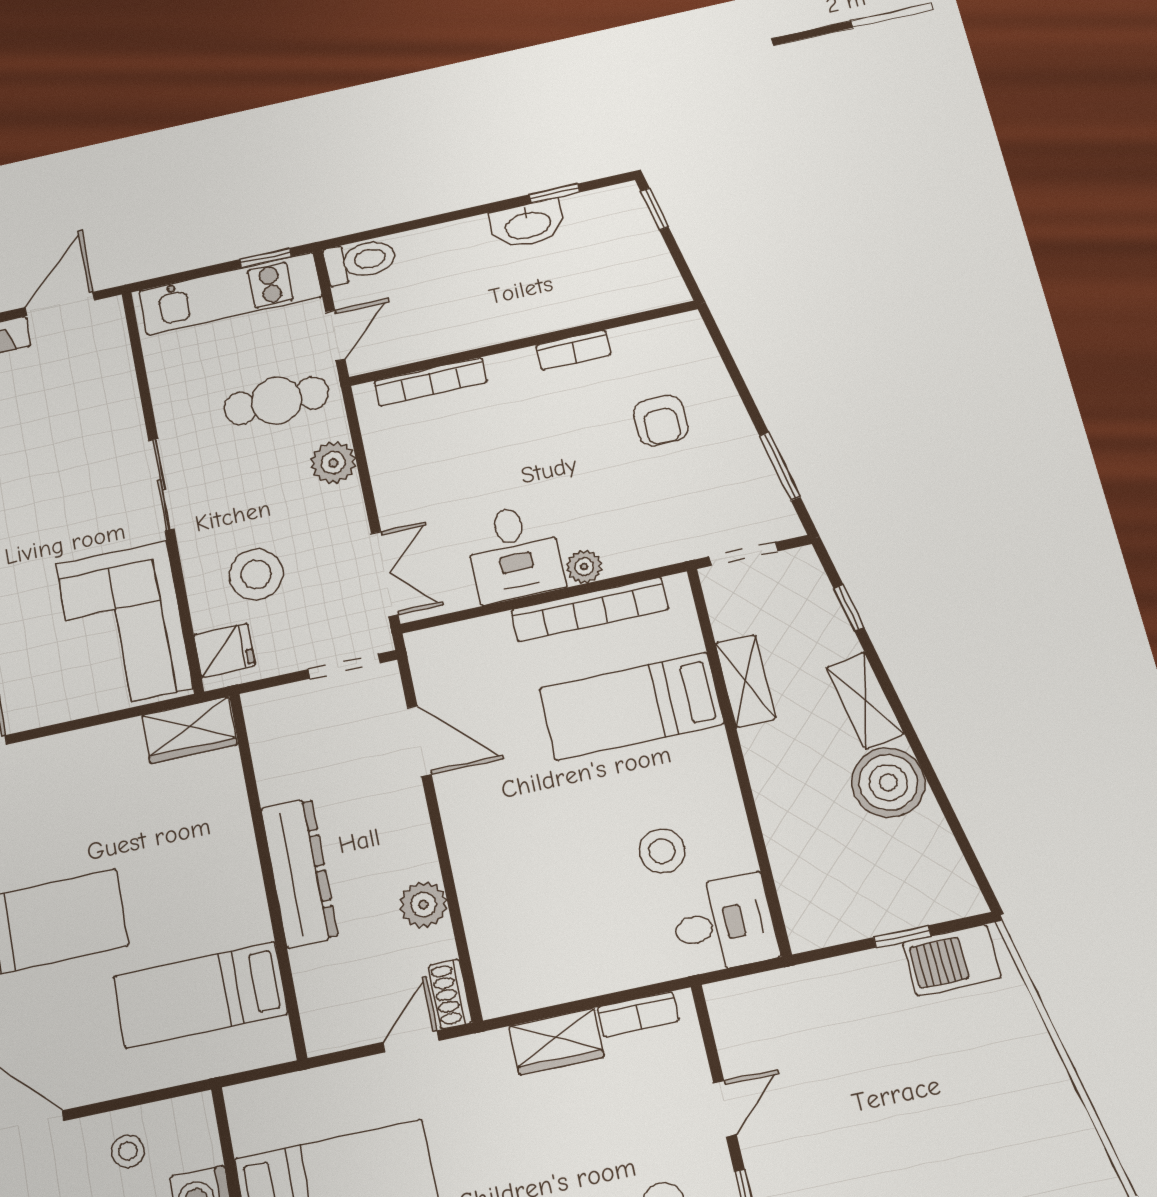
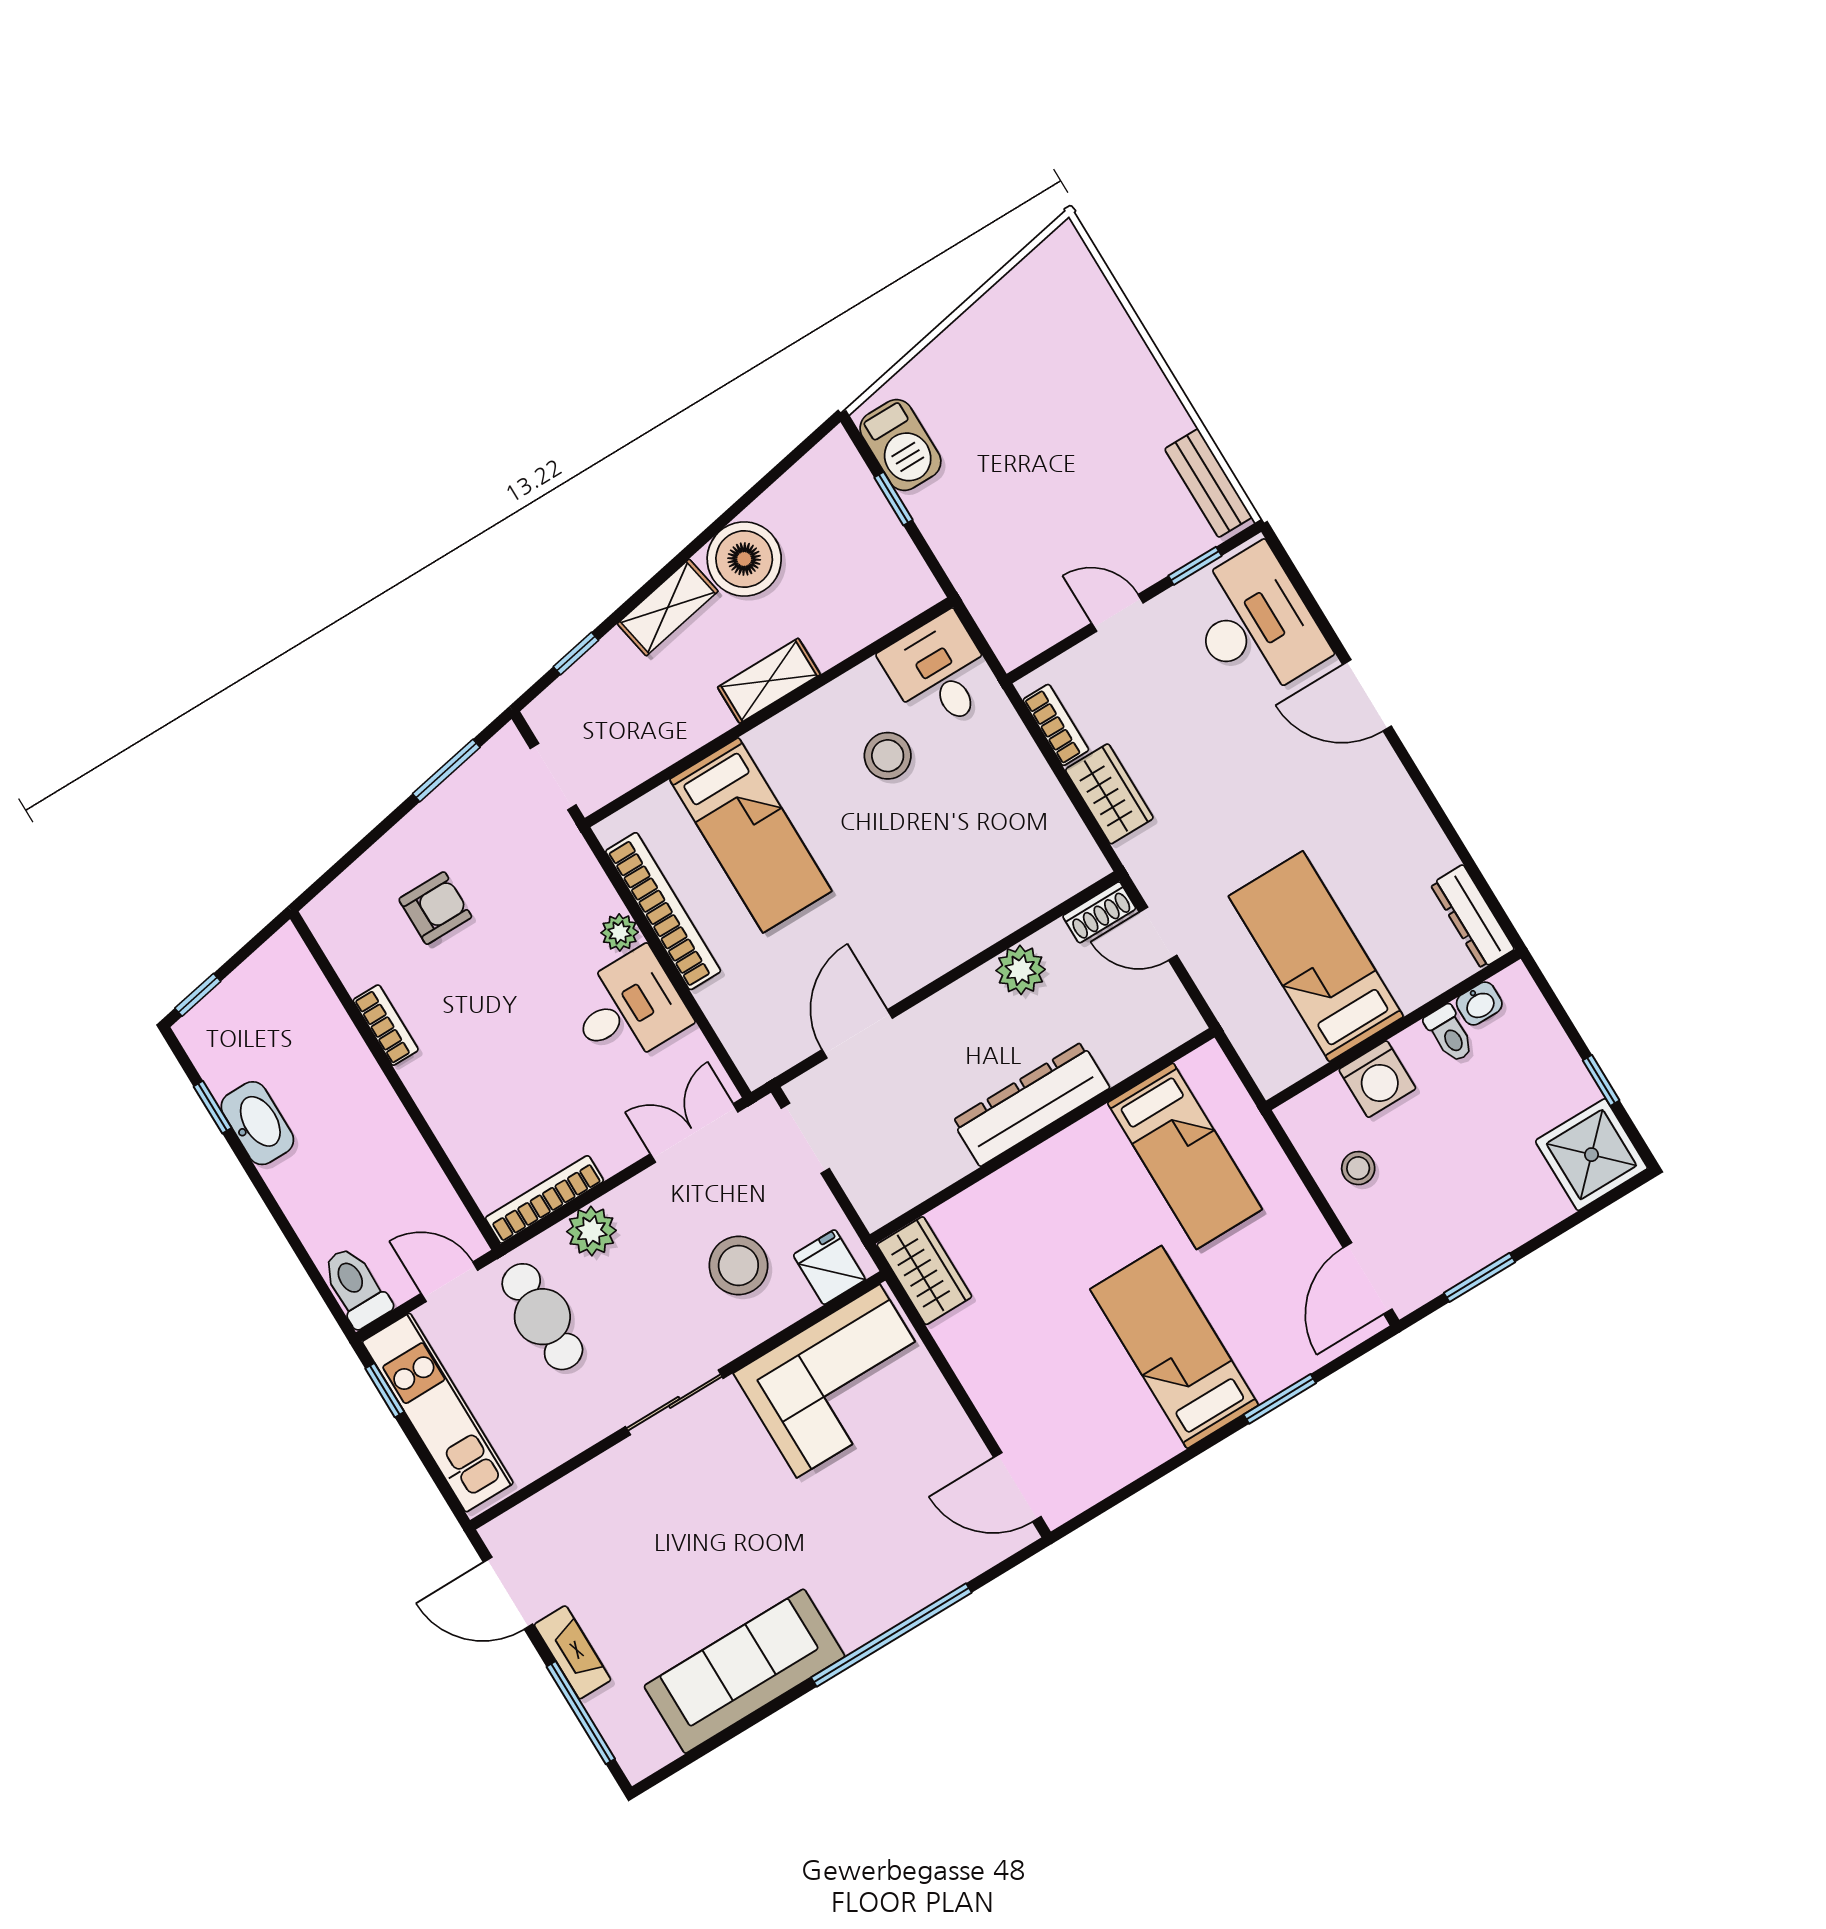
bookcase: (431, 382) -> (544, 1199), moved, turned -90
shelving: (746, 681) -> (769, 681), moved

